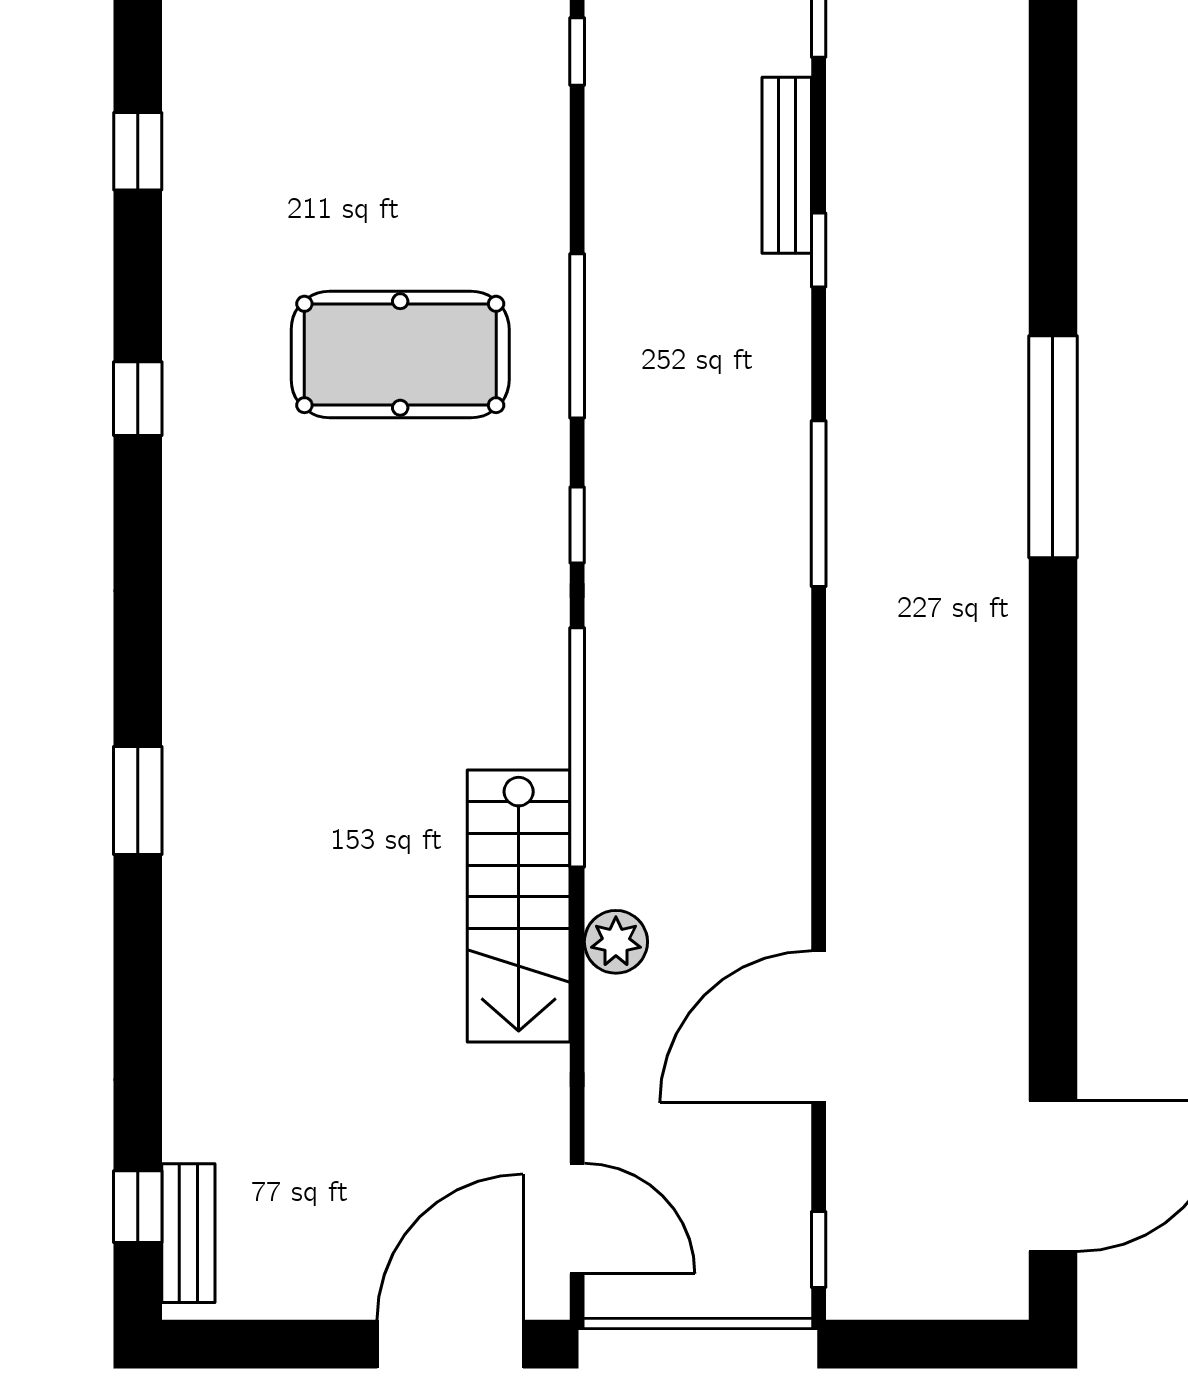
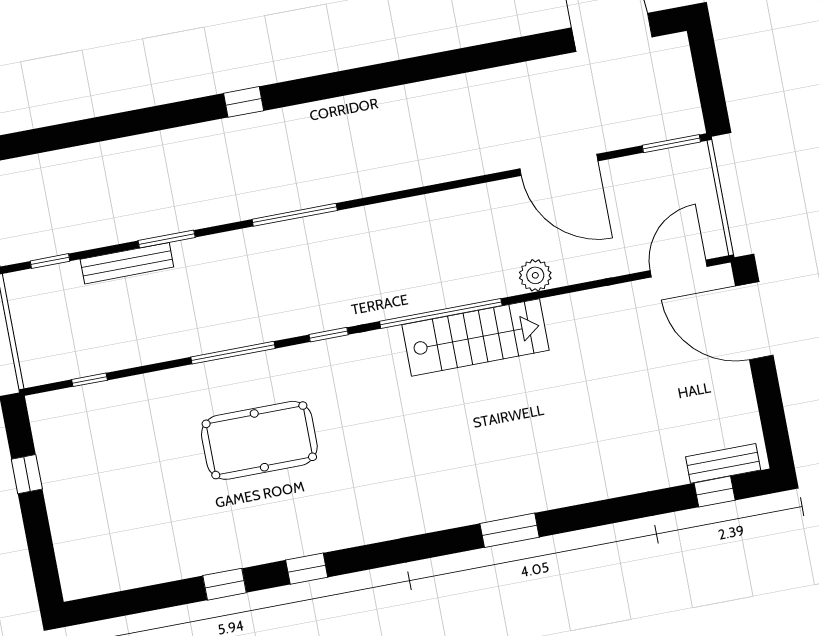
window: (138, 151) -> (225, 584), moved
window: (819, 250) -> (167, 239), width x1.50
pool table: (400, 354) -> (259, 440), turned 90
window: (1053, 447) -> (244, 102), width x0.32
stairs: (519, 906) -> (476, 338), moved
window: (819, 1250) -> (671, 144), width x1.50

